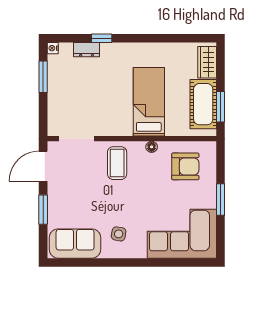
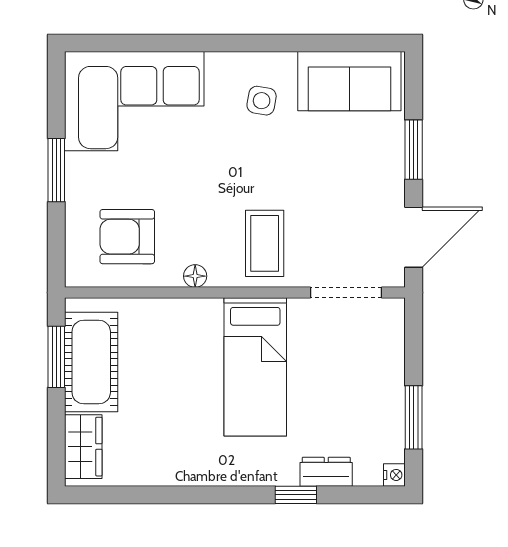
bed: (149, 102) -> (255, 367), moved

